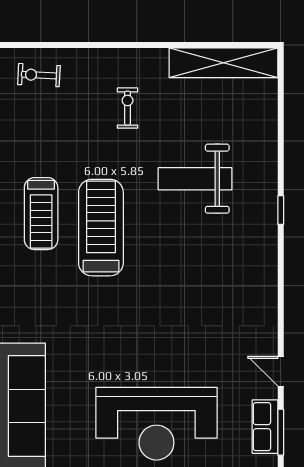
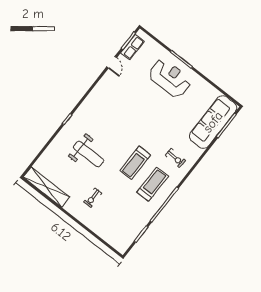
exercise bike: (39, 75) -> (175, 158), moved
treadmill: (101, 228) -> (135, 163), width x0.73, depth x0.73
reception desk: (156, 424) -> (170, 78), width x0.74, depth x0.77

